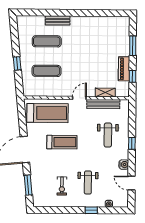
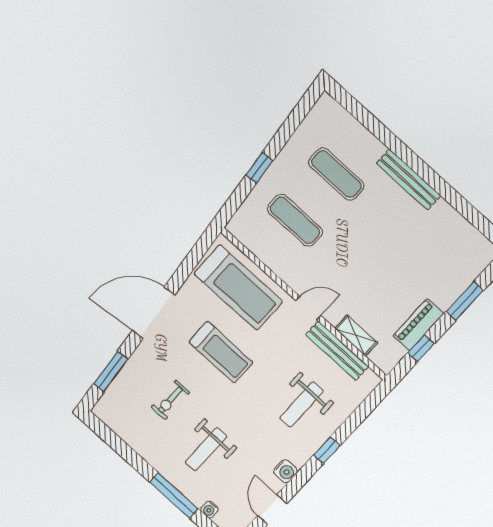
bench: (58, 20) -> (409, 180), moved, width x1.36
exercise bike: (62, 186) -> (171, 400), moved
window: (91, 210) -> (174, 495), width x2.17

